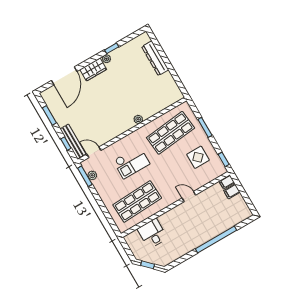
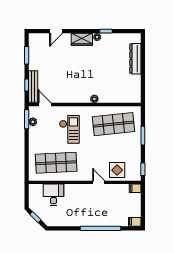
door: (64, 76) -> (56, 31), width x0.53
display table: (198, 157) -> (117, 170), moved
checkout: (131, 162) -> (69, 129), turned -90
filing cabinet: (232, 191) -> (135, 222), moved

